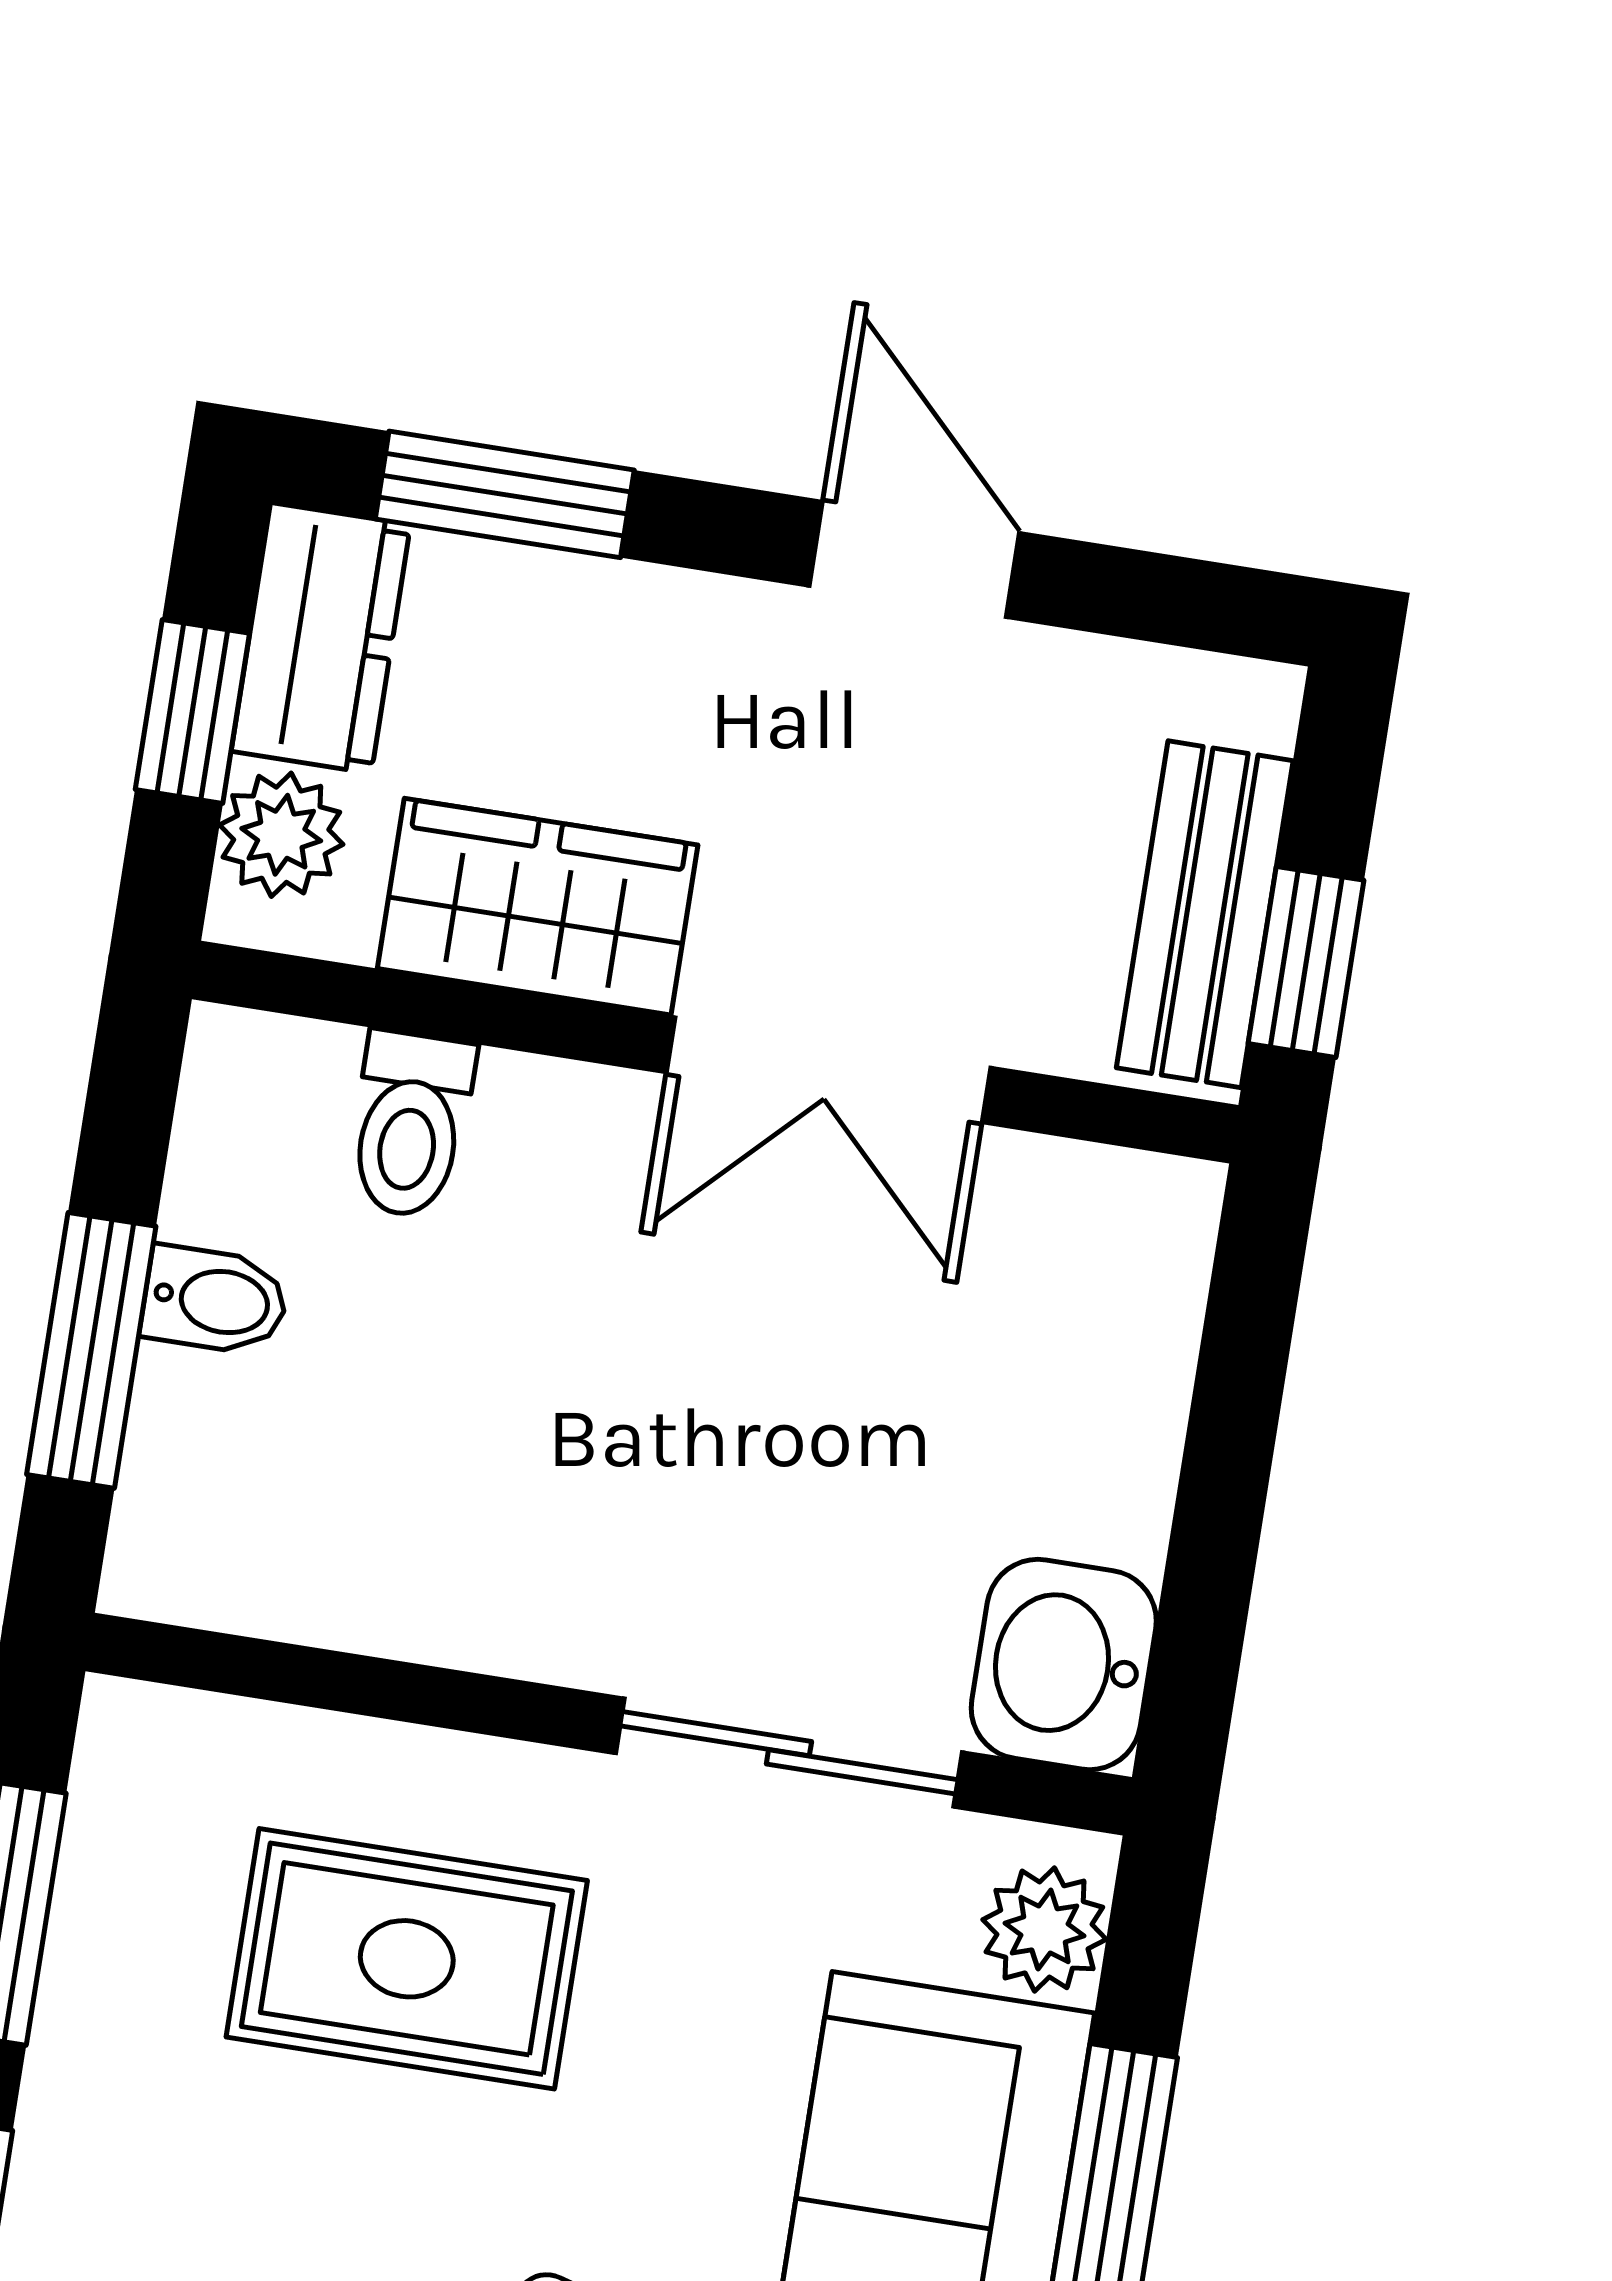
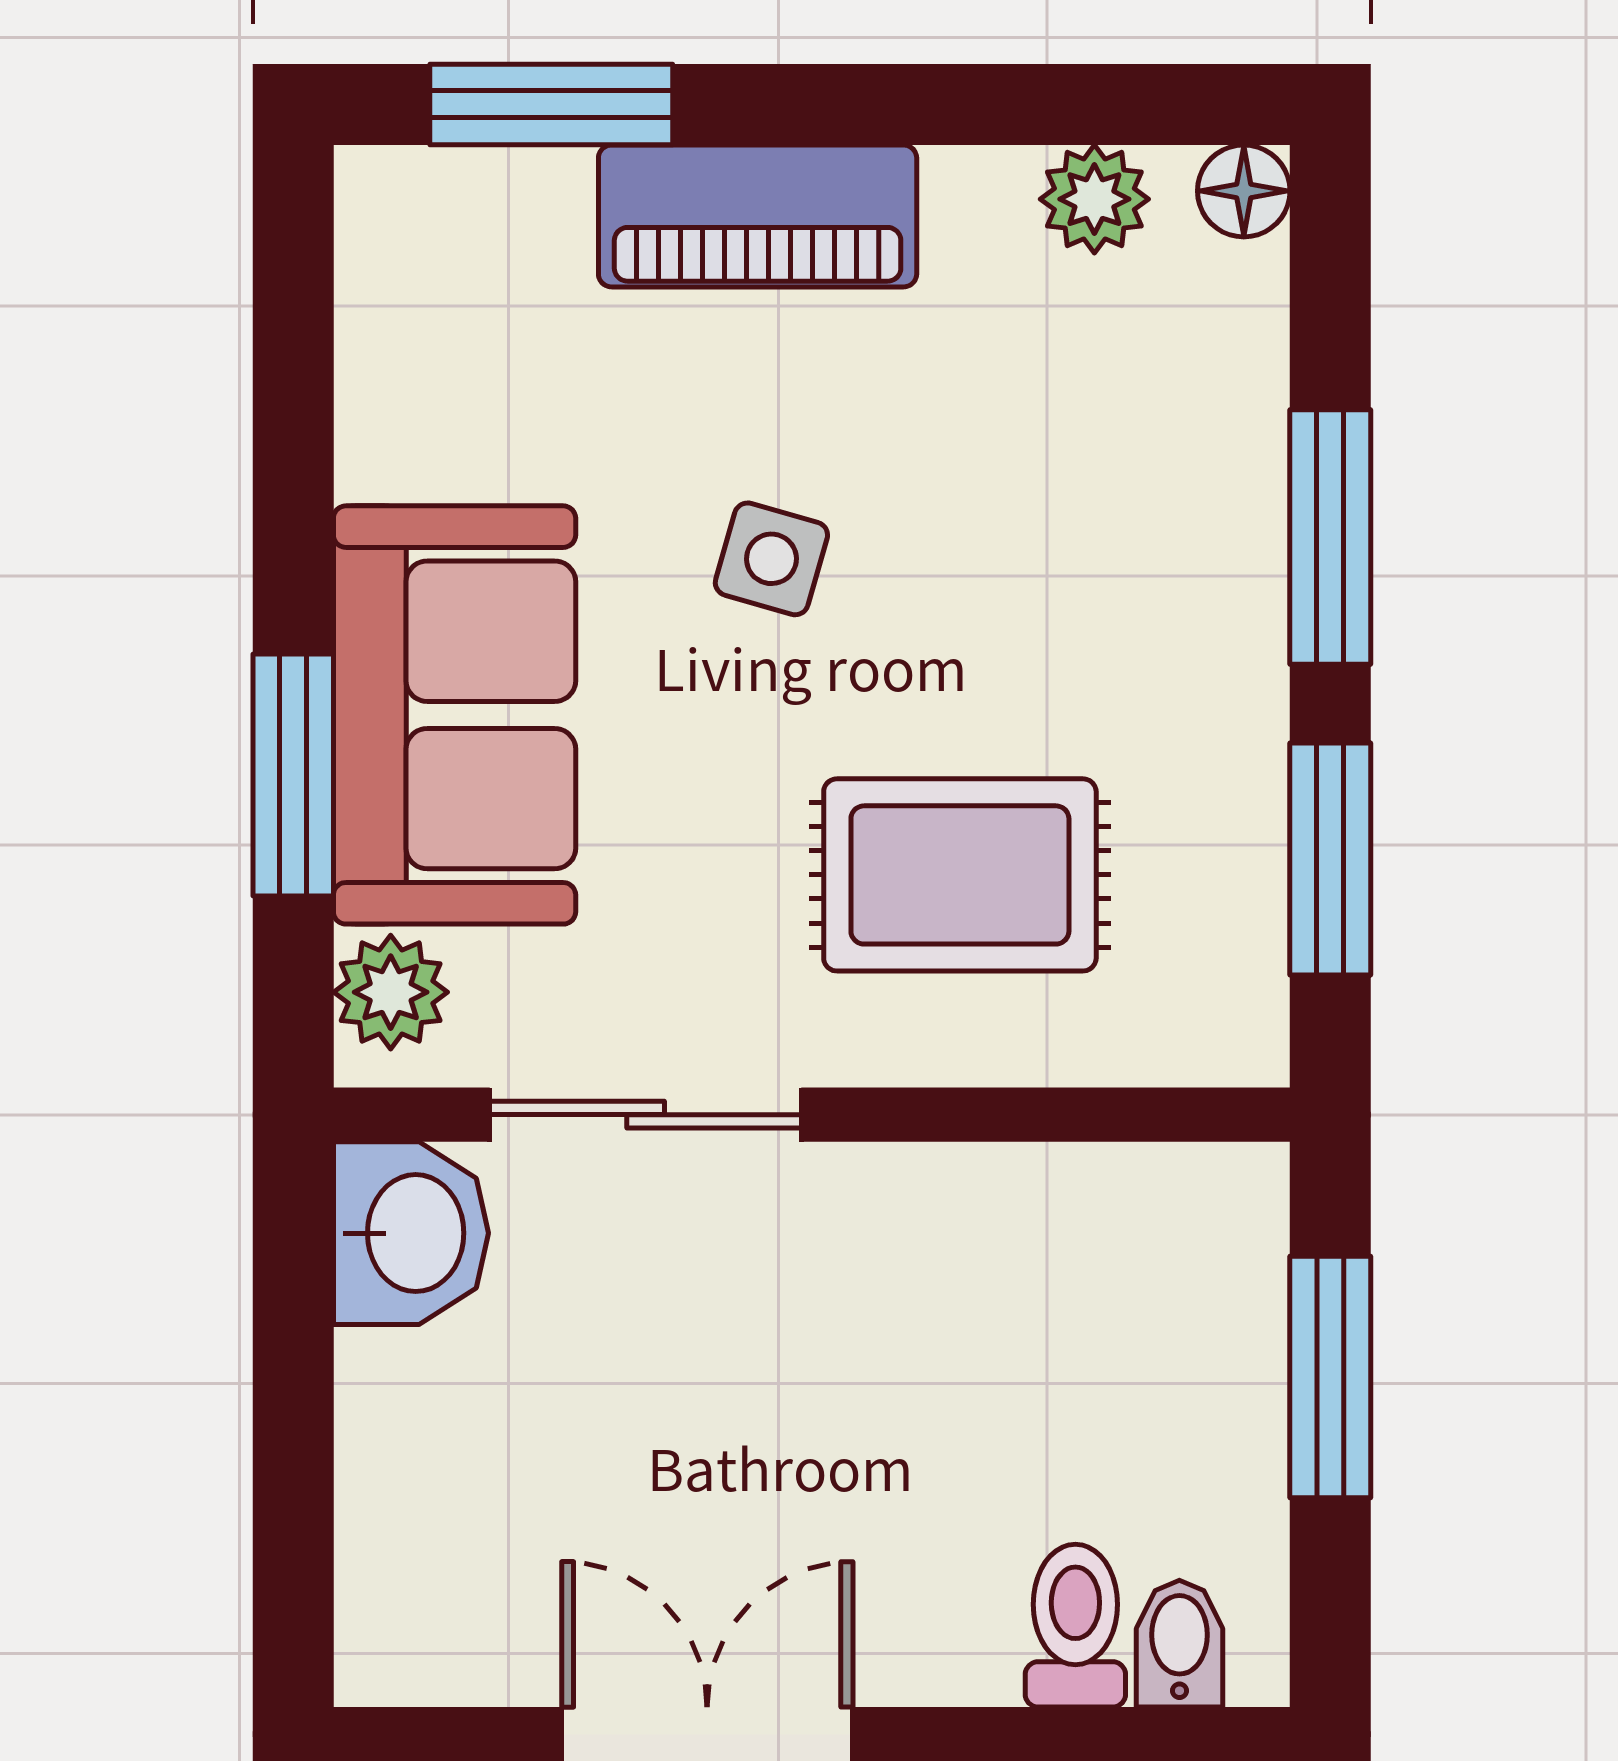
bidet: (215, 1300) -> (1179, 1644), moved, turned 90

